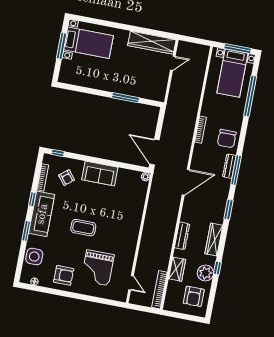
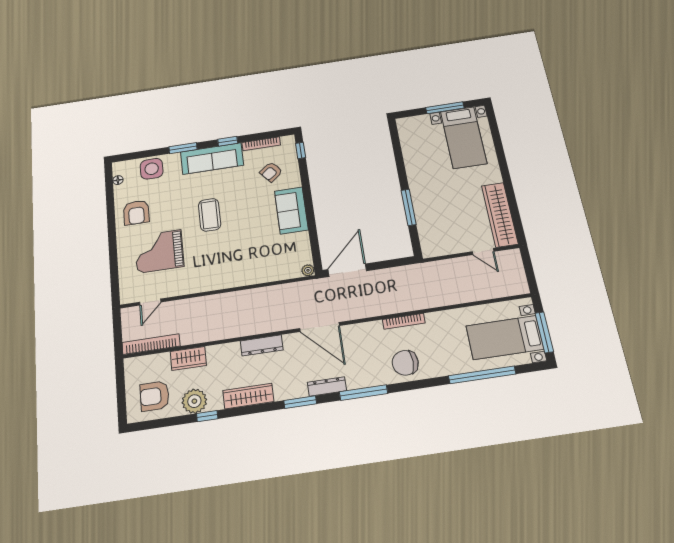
dresser: (229, 166) -> (327, 387), moved
dresser: (182, 236) -> (262, 345), moved

